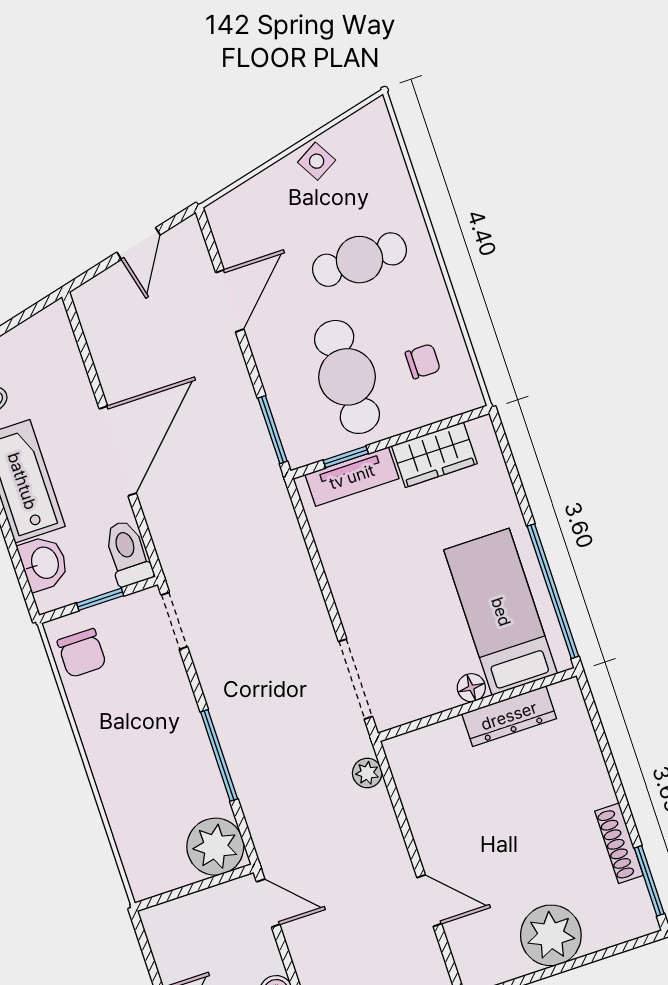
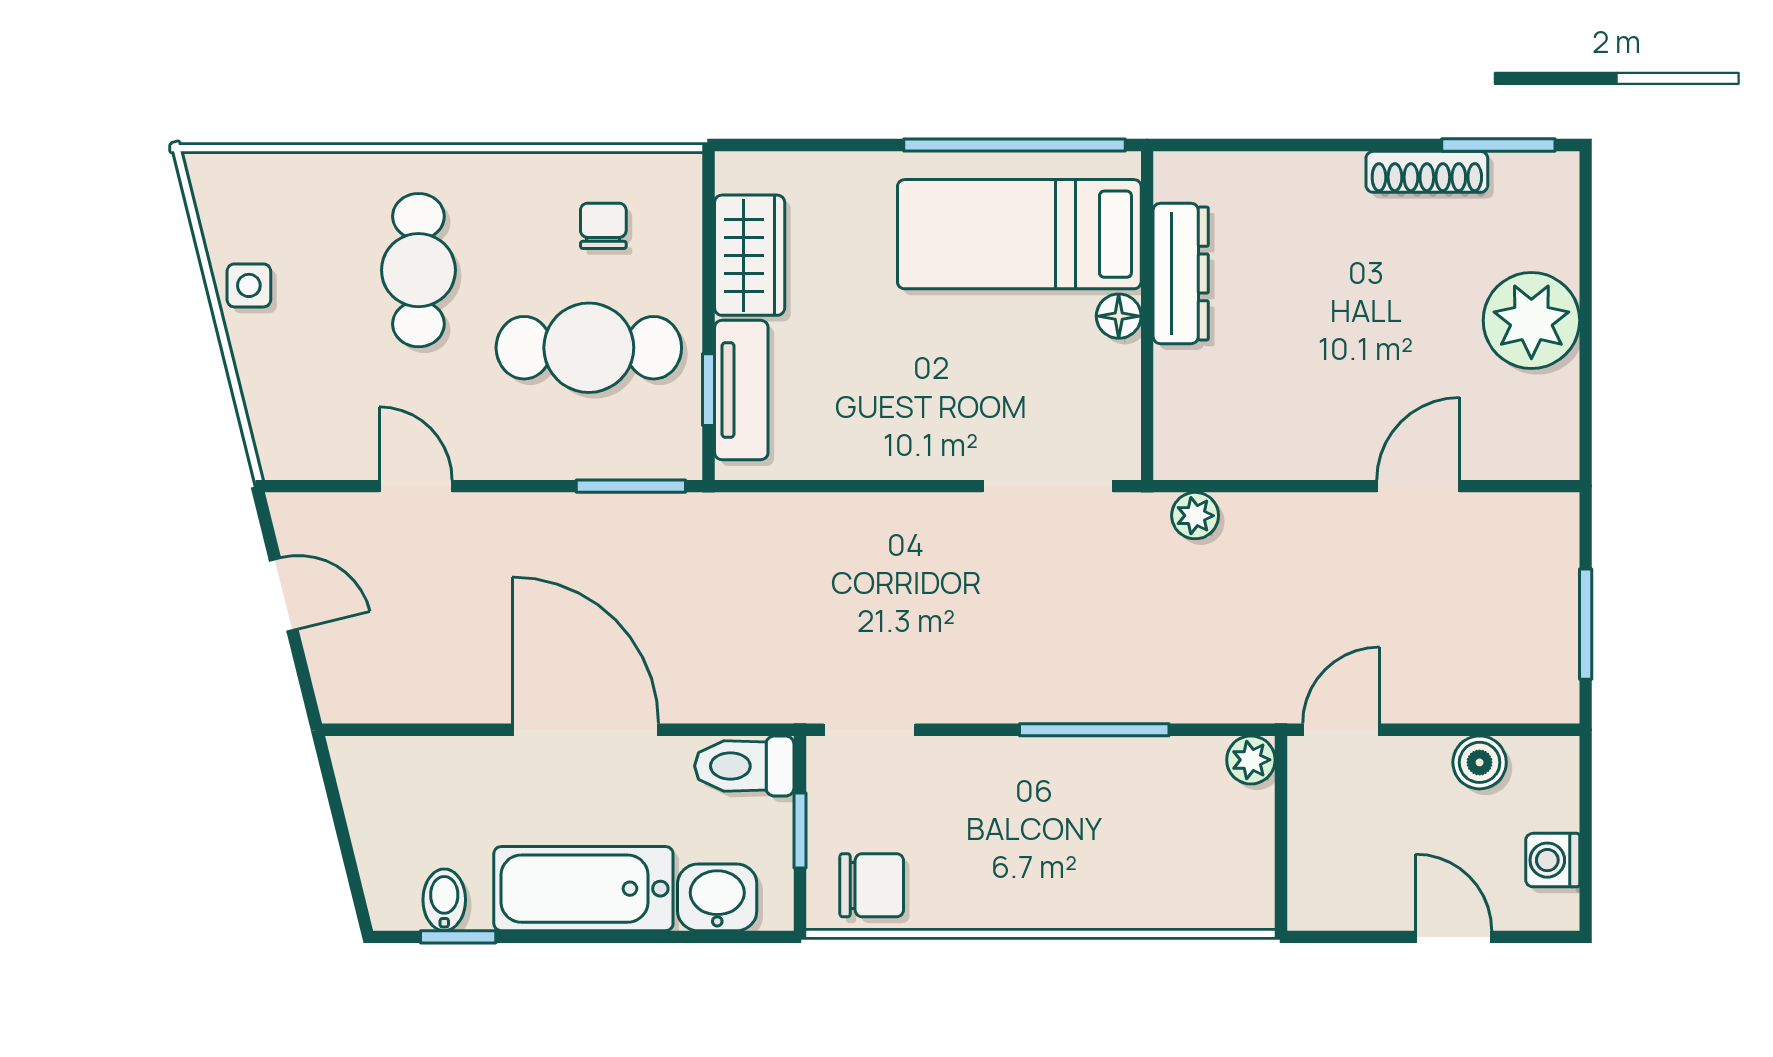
side table: (317, 161) -> (249, 285), turned 30
door: (230, 301) -> (416, 486), width x0.73
plant: (215, 847) -> (1251, 760), width x0.53, depth x0.53

